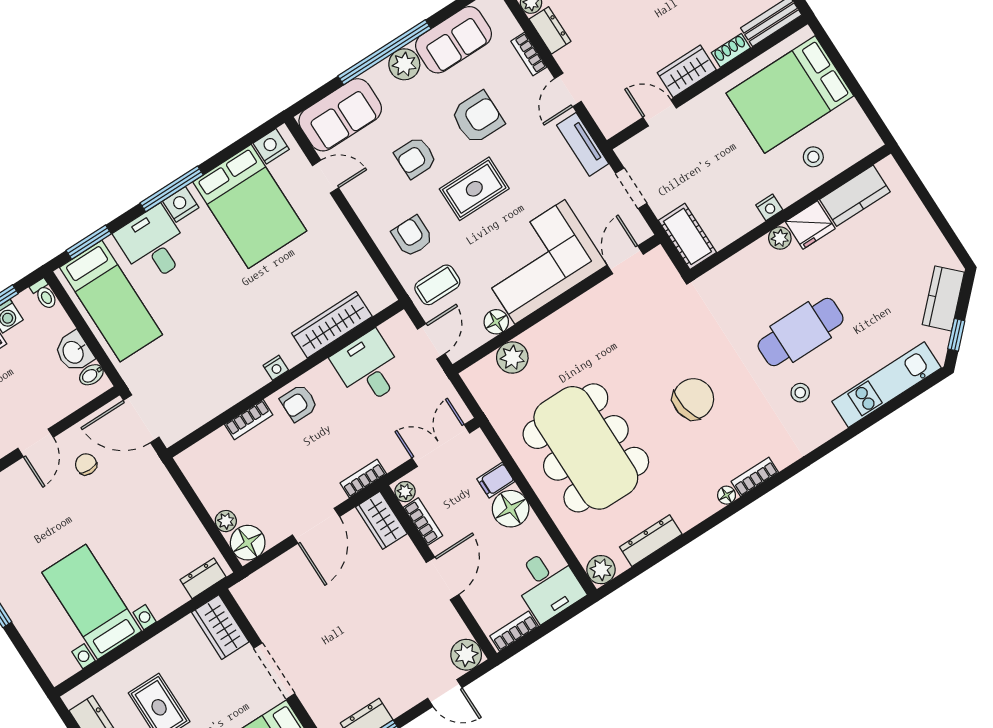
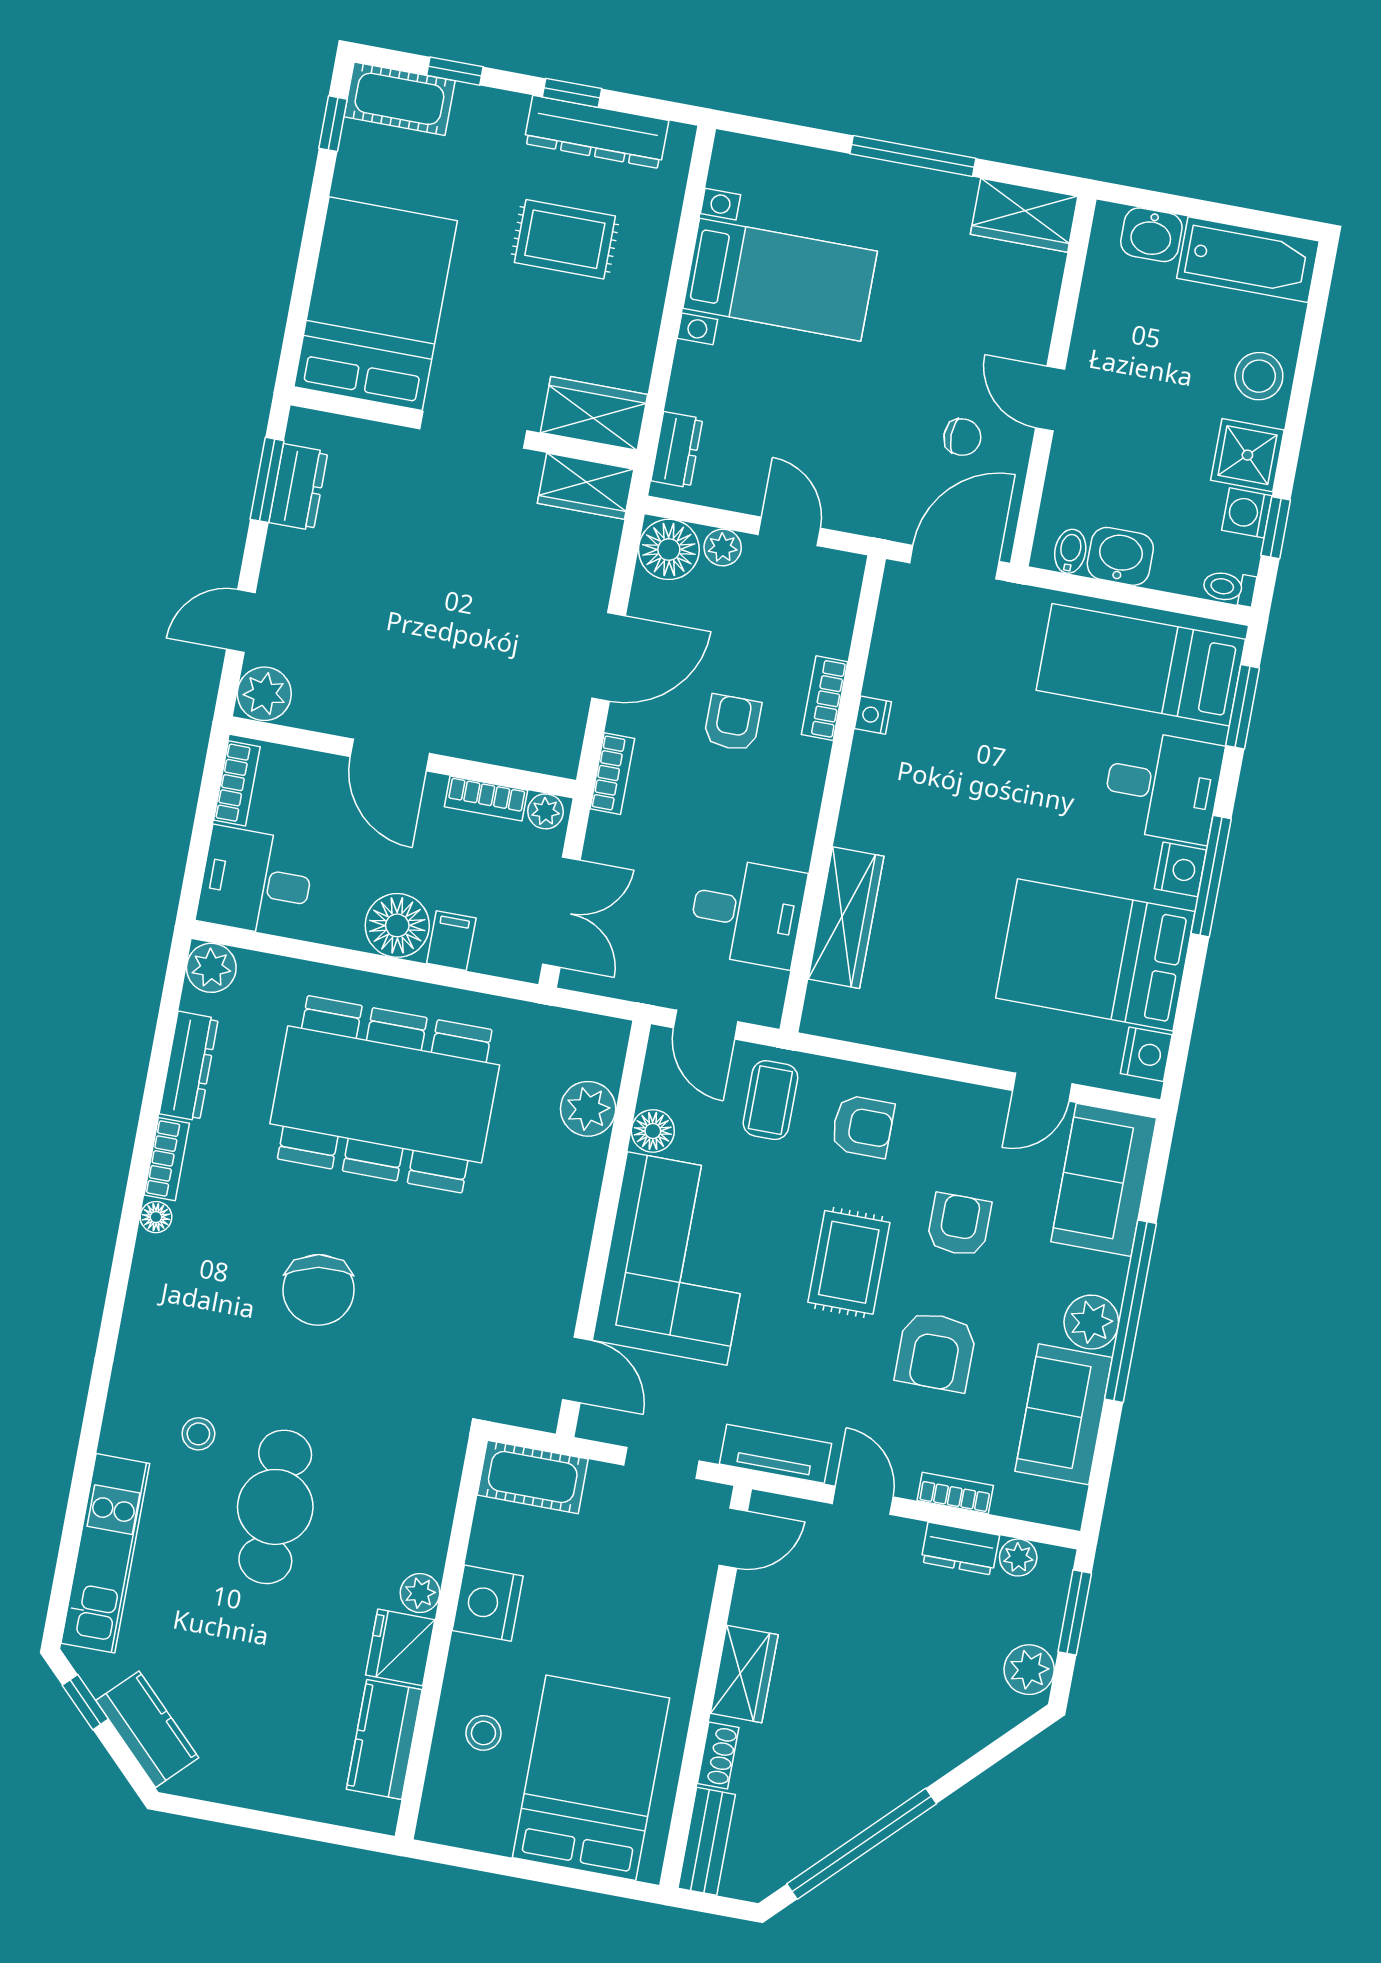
door: (660, 113) -> (733, 1538), moved
nightstand: (769, 207) -> (488, 1603), width x1.89, depth x1.79
nightstand: (276, 368) -> (873, 715), moved
armchair: (299, 403) -> (733, 723), moved
bookcase: (755, 477) -> (167, 1159), moved
door: (193, 499) -> (789, 531), added
wardrobe: (381, 520) -> (586, 486), moved, turned 180
door: (316, 526) -> (609, 657), swing flipped

